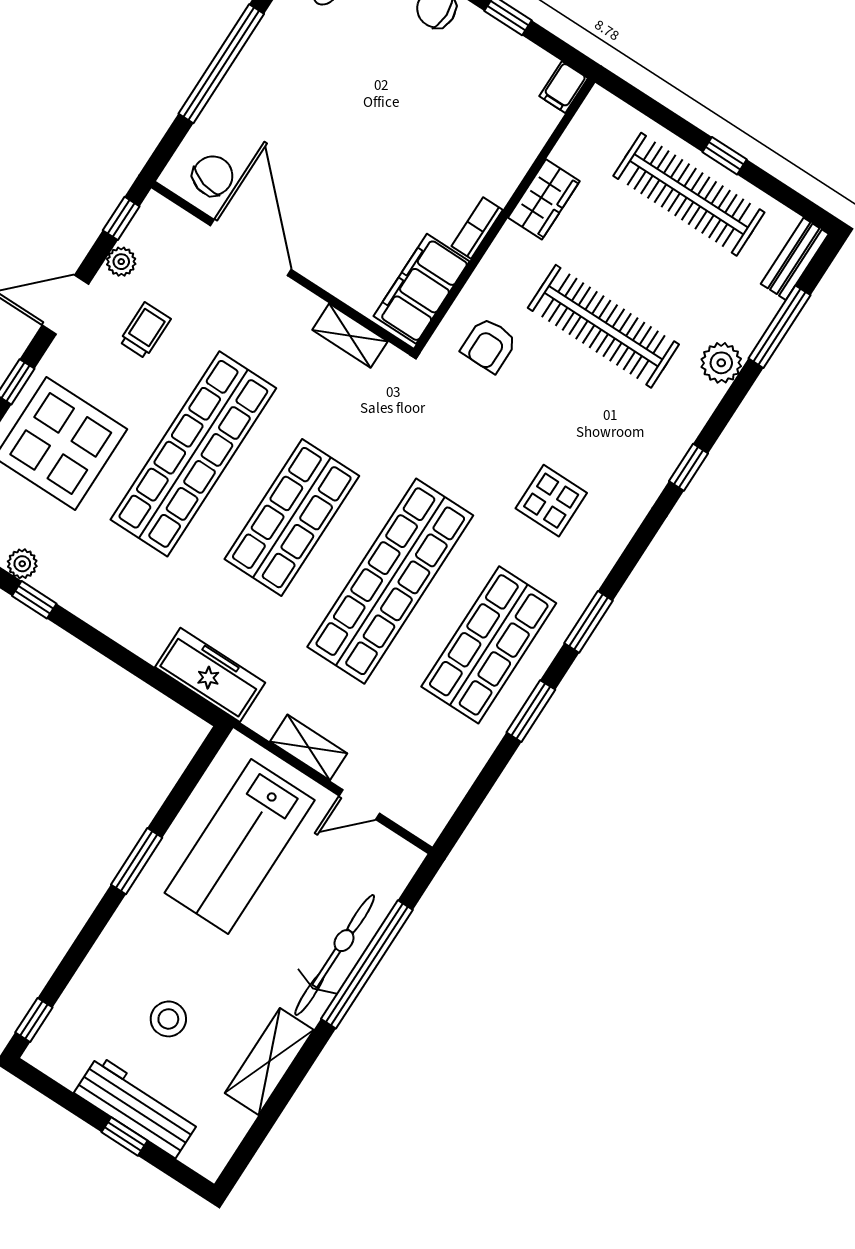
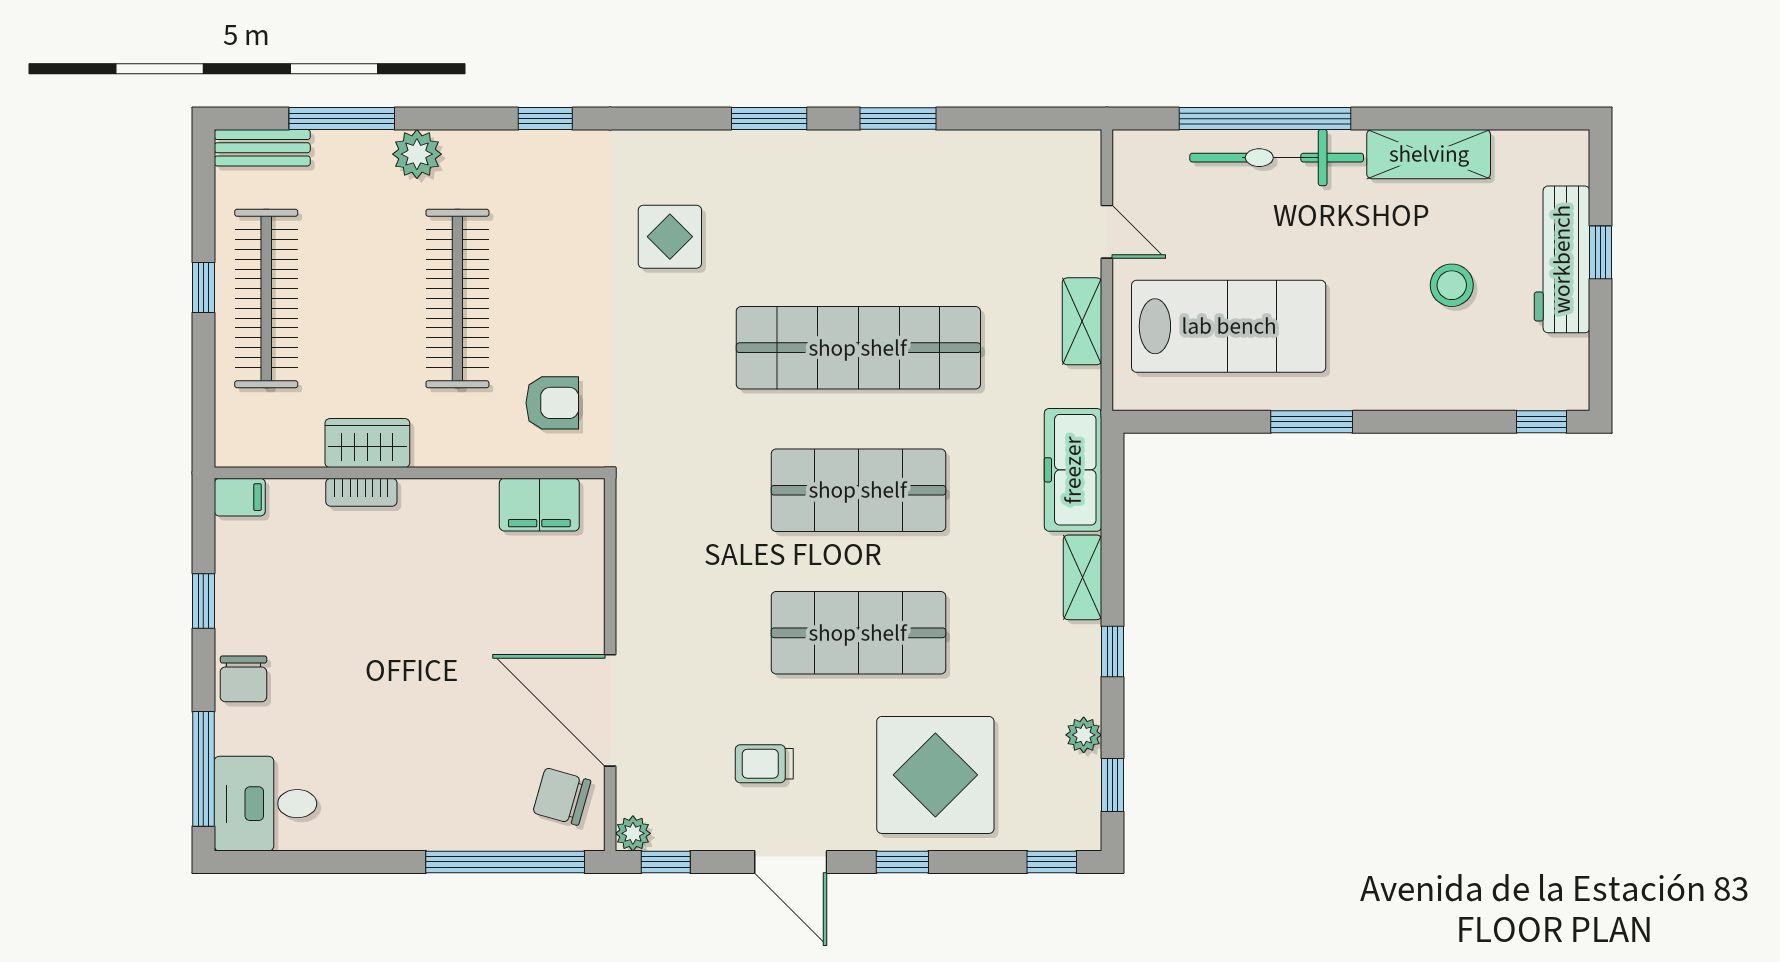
window: (221, 64) -> (505, 862), moved
bookcase: (477, 228) -> (361, 492), moved
door: (251, 248) -> (610, 710), hinge flipped
plant: (121, 262) -> (633, 833), moved
filing cabinet: (421, 289) -> (539, 505), width x0.67, depth x0.86
shelving: (350, 336) -> (1082, 577), moved
shop shelf: (193, 454) -> (858, 633), width x0.71
window: (34, 600) -> (1112, 651), moved
shop shelf: (489, 645) -> (858, 205), removed

